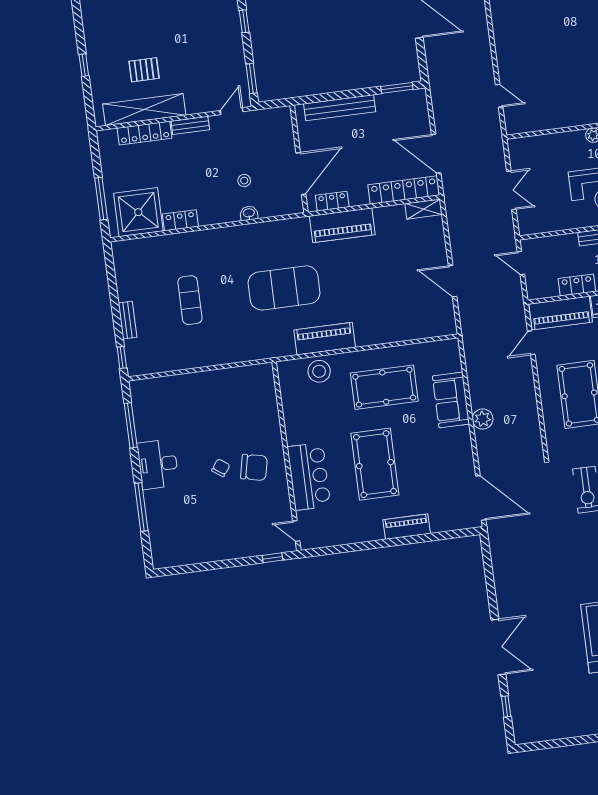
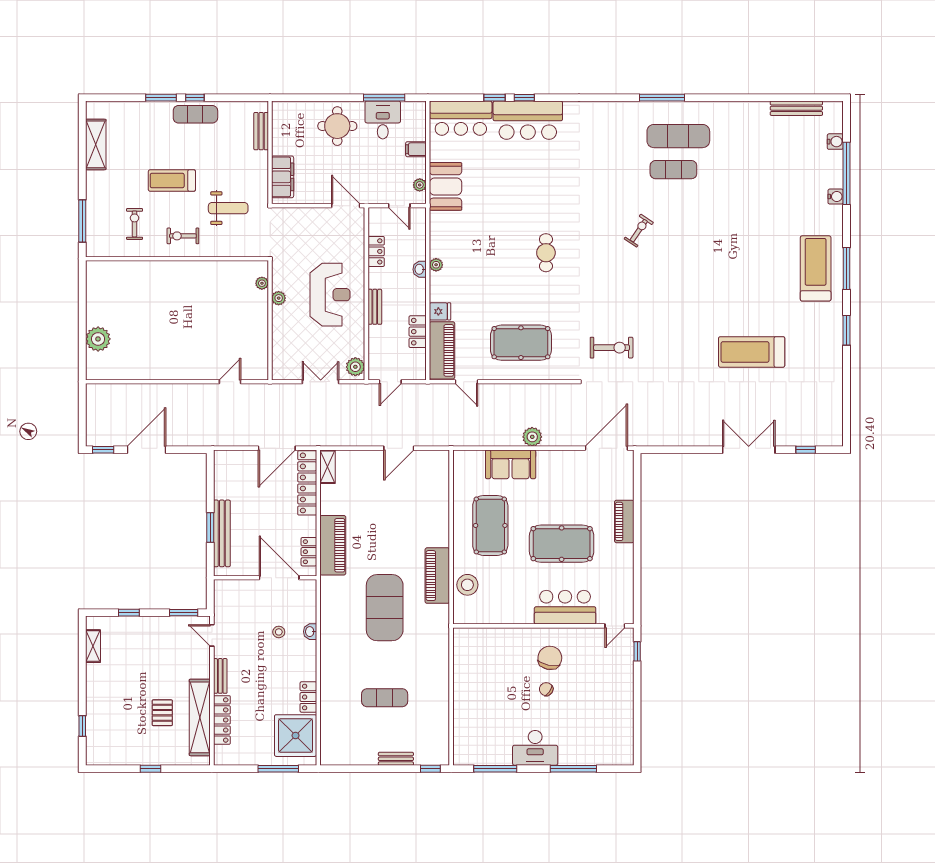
window: (397, 88) -> (210, 527), moved
plant: (532, 225) -> (355, 367), added

